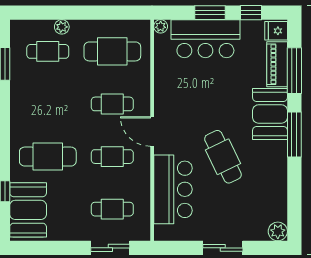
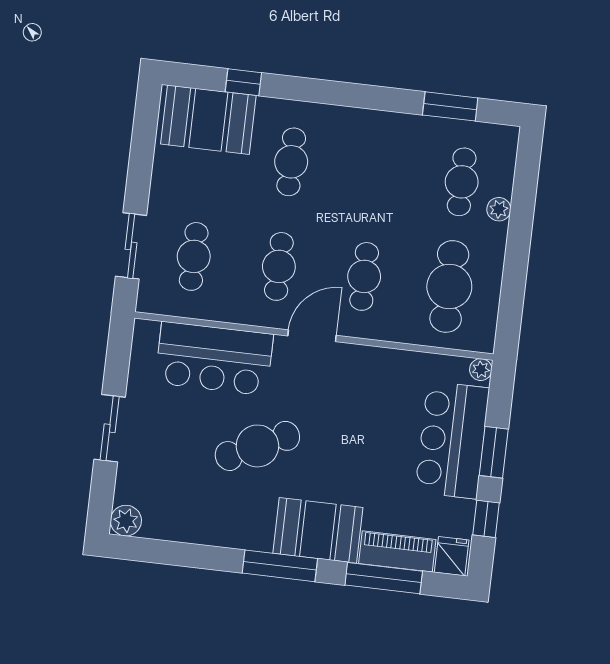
cafe table: (48, 157) -> (291, 162), width x0.73, depth x0.74

